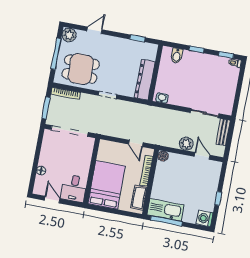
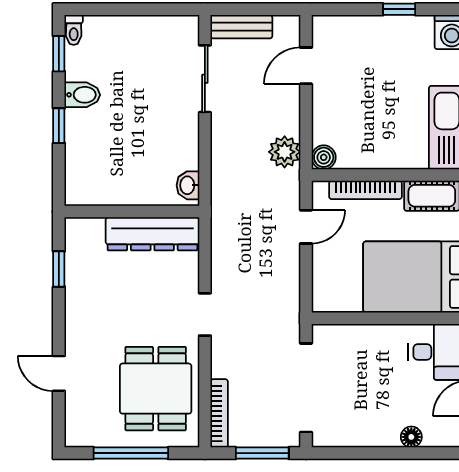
plant: (69, 35) -> (81, 431), removed
bidet: (177, 56) -> (82, 95), moved
plant: (186, 144) -> (285, 152), moved

